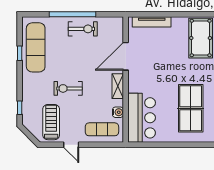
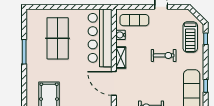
door: (126, 56) -> (114, 83), swing flipped
bar counter: (142, 118) -> (100, 38), width x1.36
treadmill: (51, 122) -> (190, 37), moved

